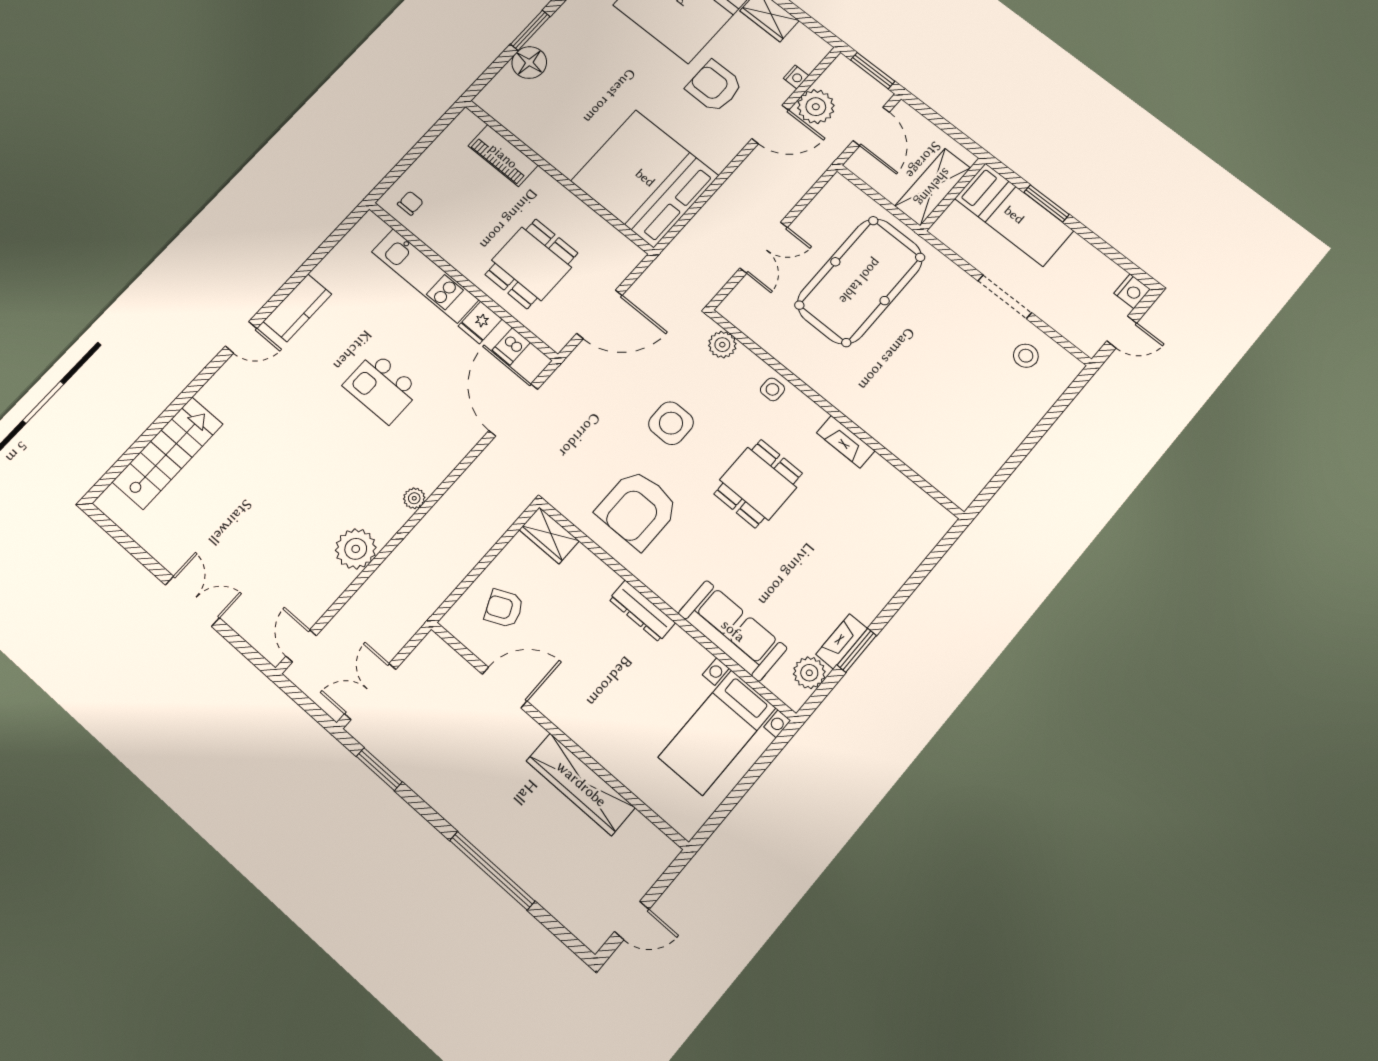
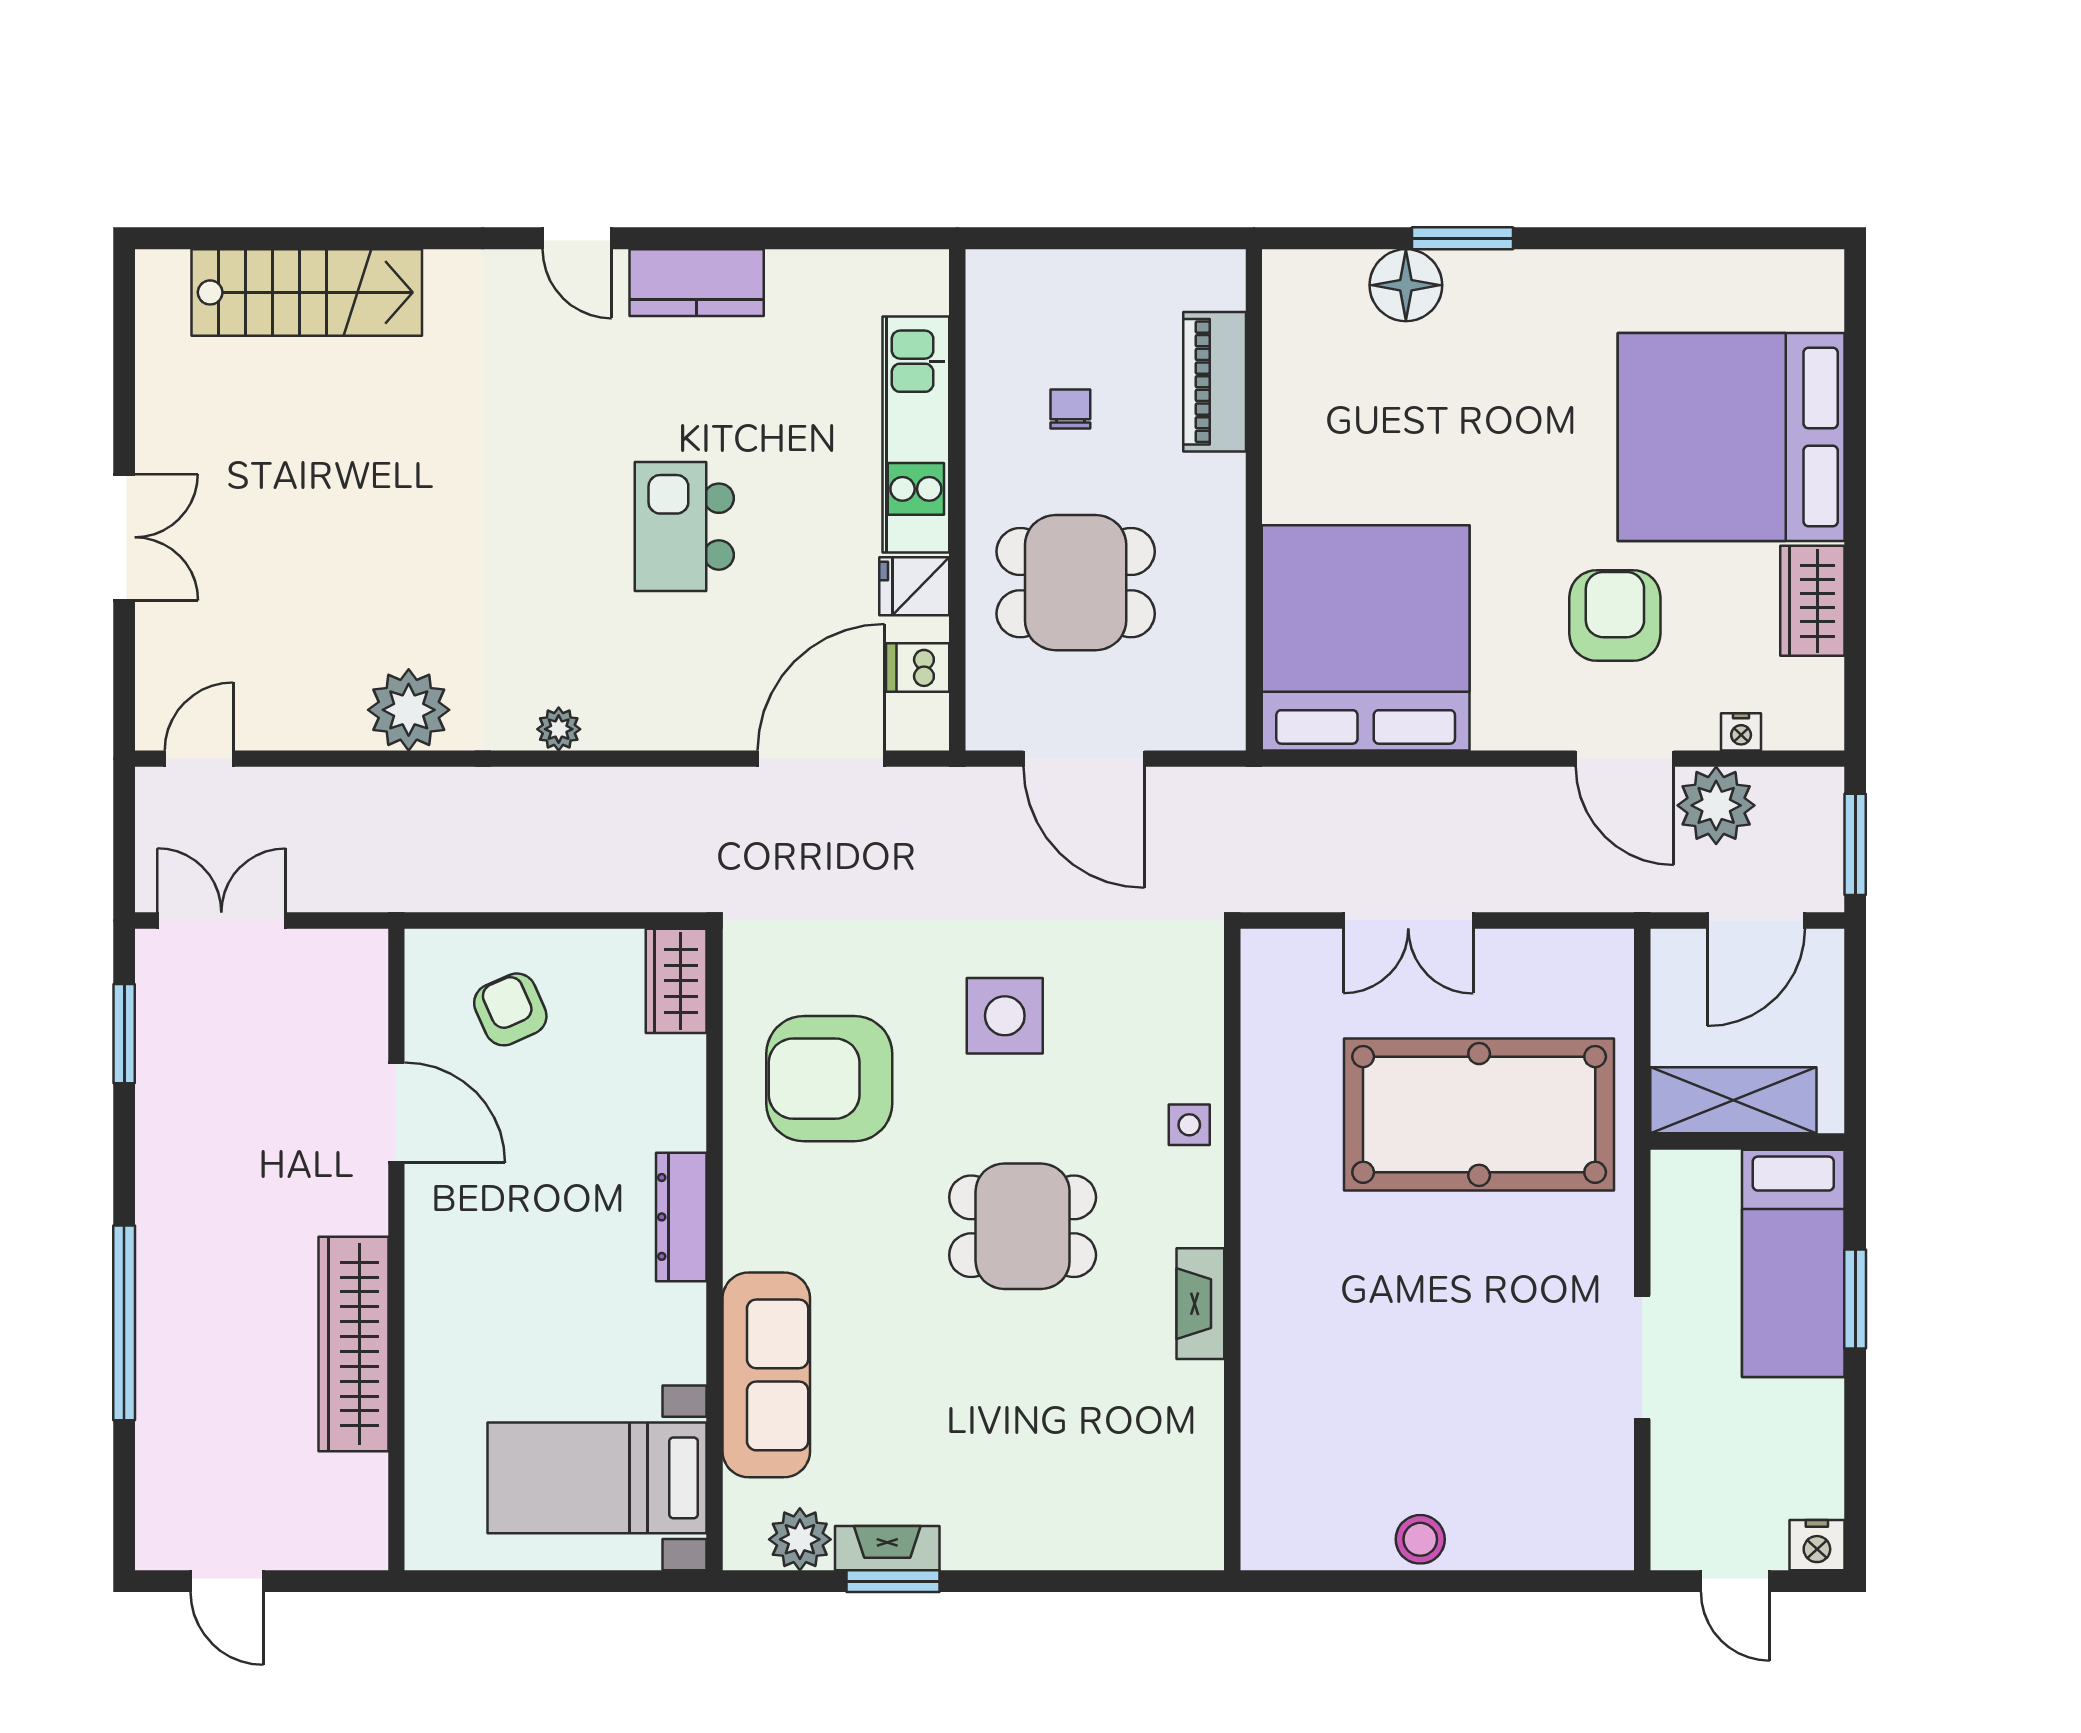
chair: (410, 203) -> (1070, 409), moved, turned -90
plant: (722, 345) -> (1196, 989), removed
stool: (1026, 356) -> (1420, 1539), moved

